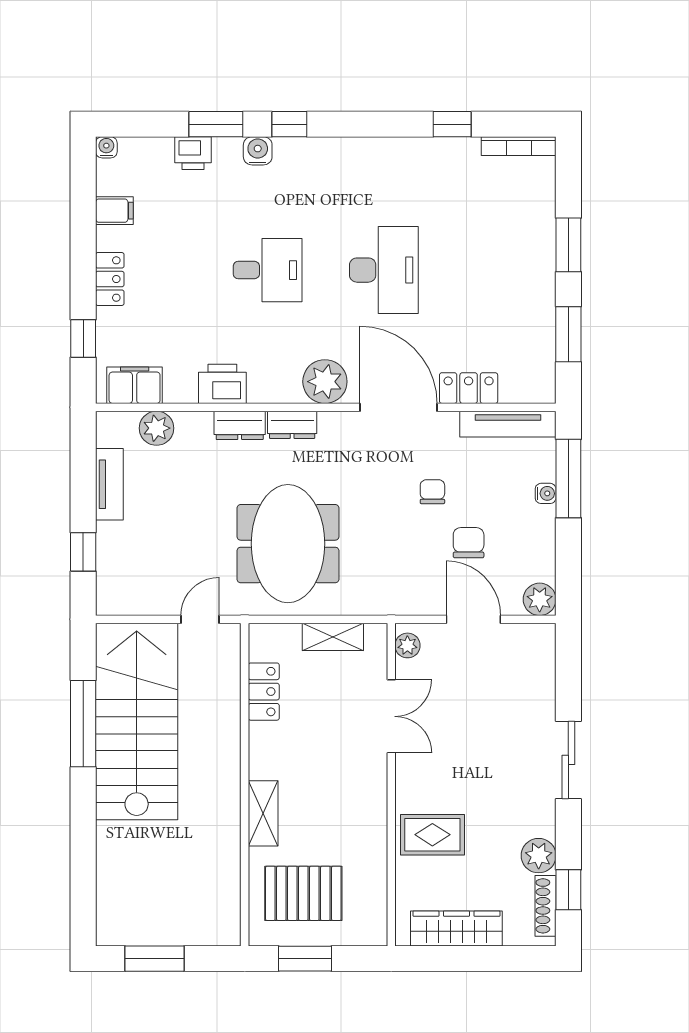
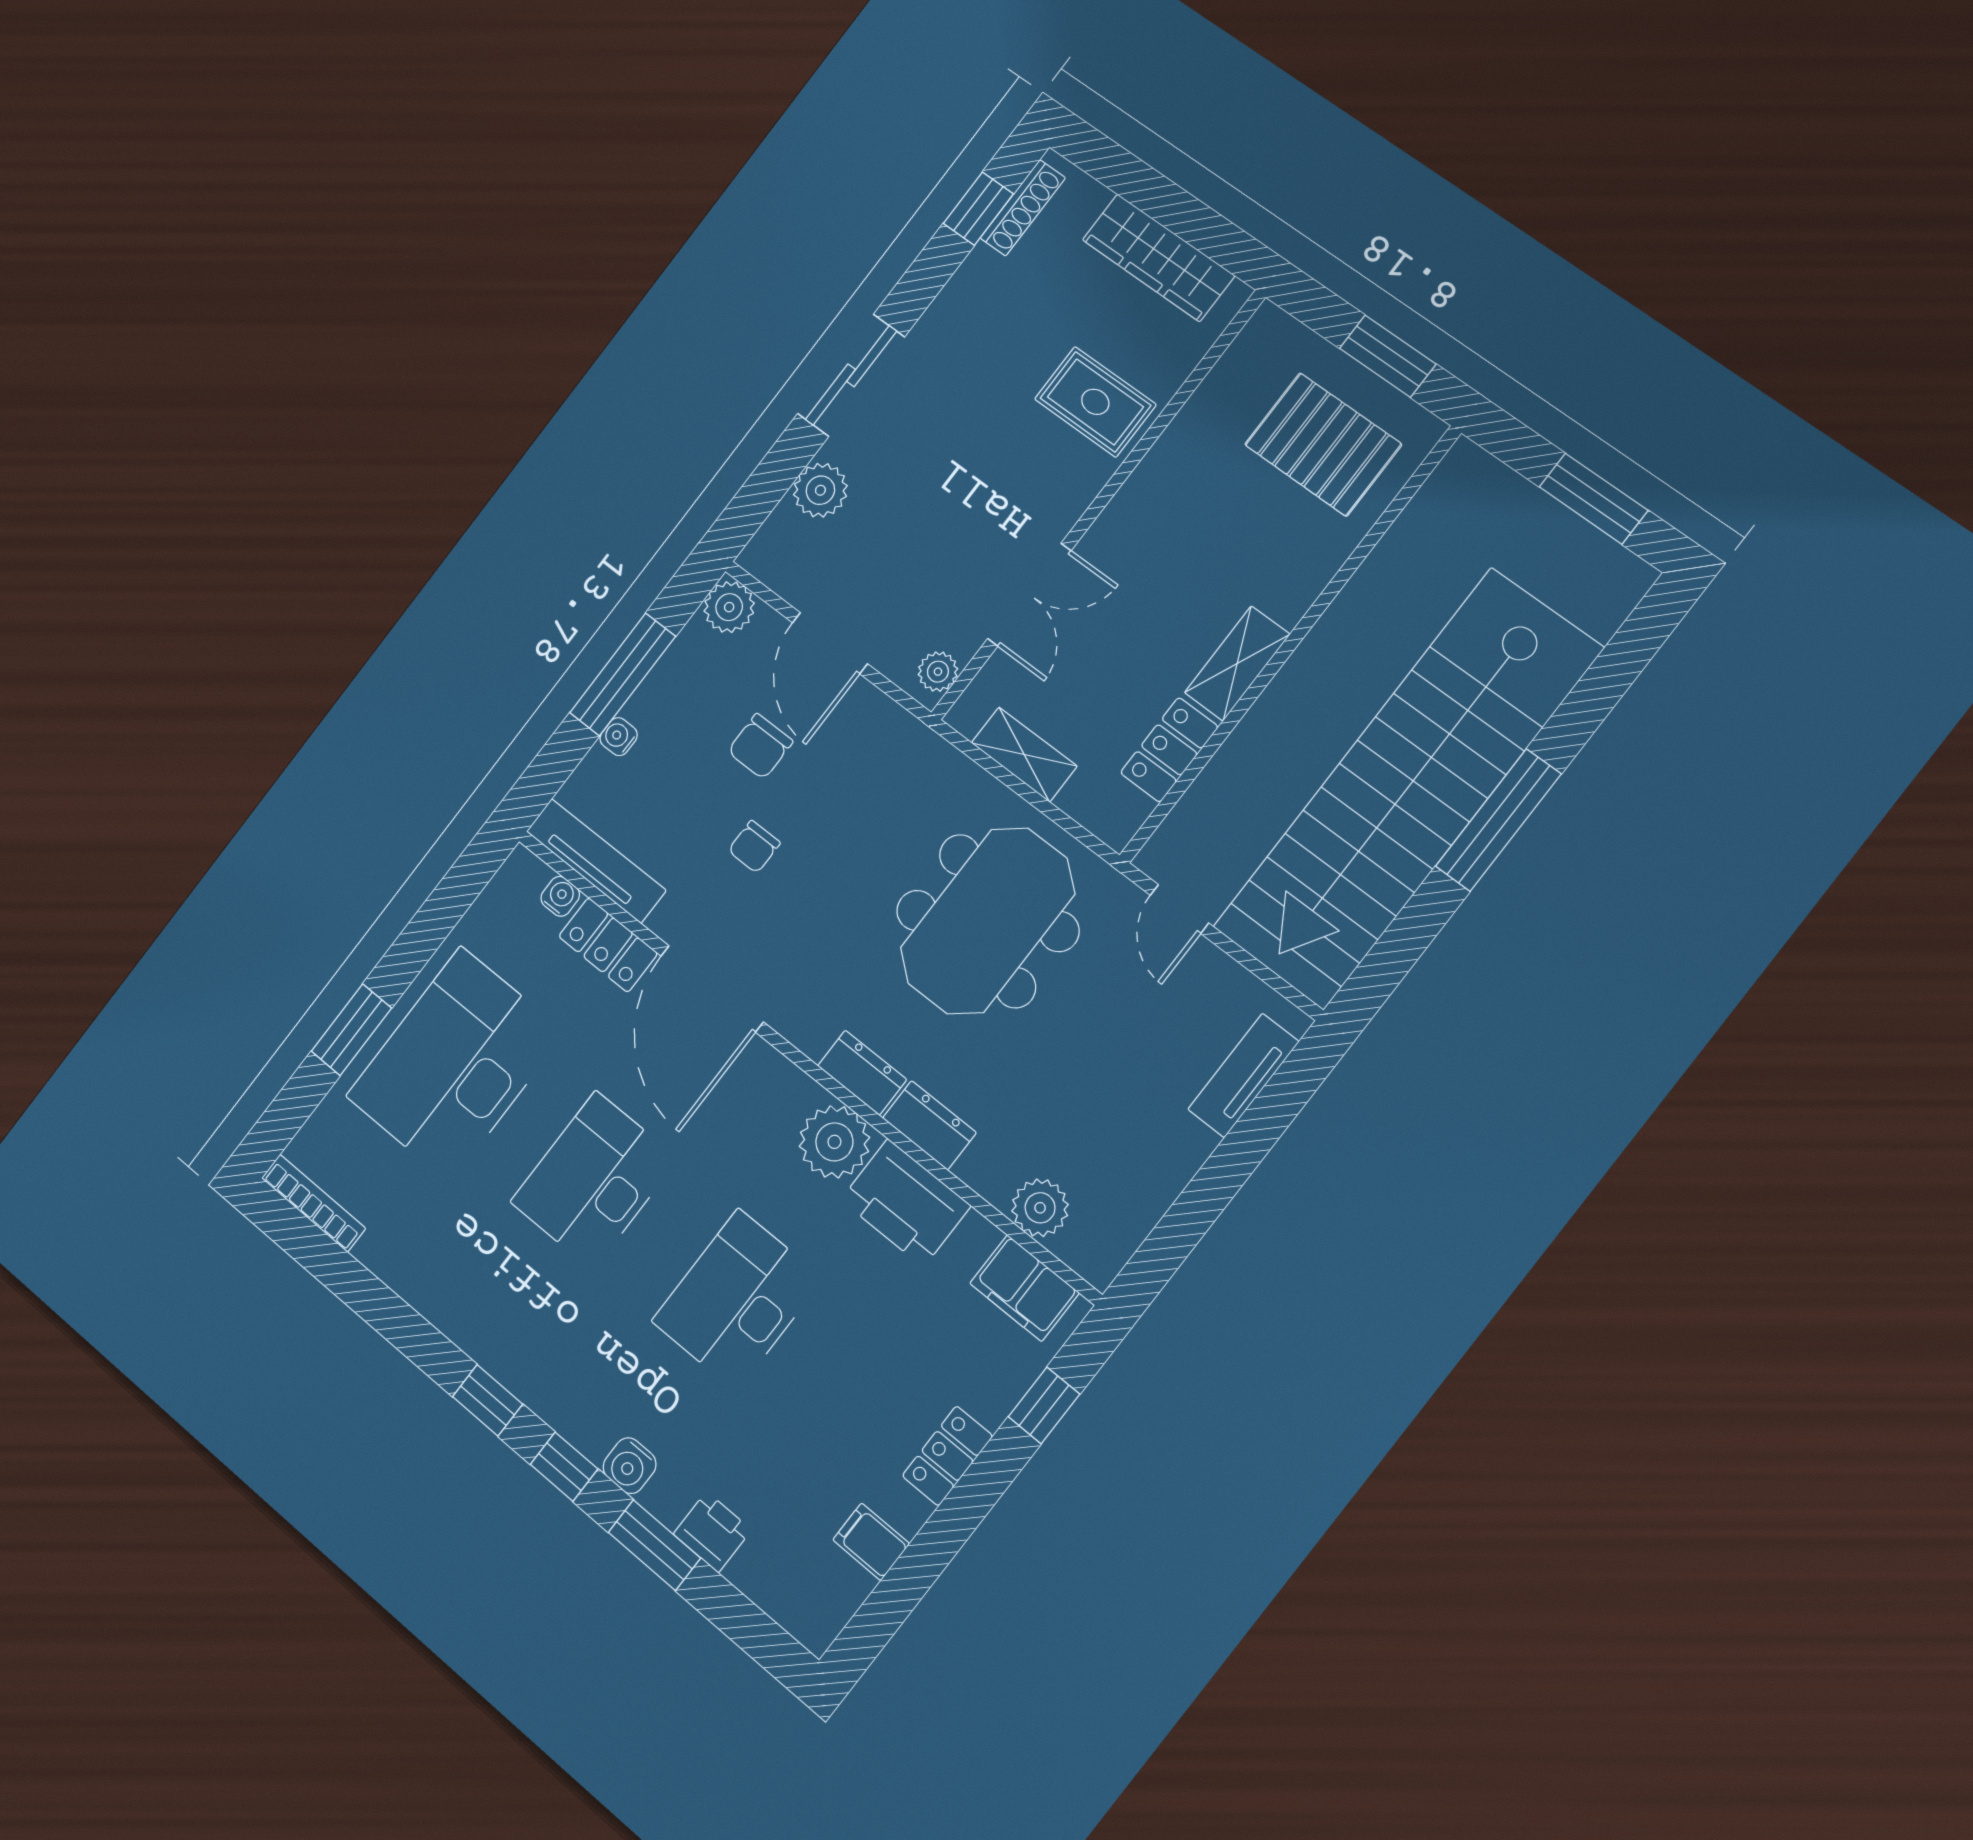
window: (452, 124) -> (488, 1400), moved
water cooler: (106, 147) -> (560, 896), moved, turned 180
desk: (268, 270) -> (737, 1300), width x1.37
desk: (500, 270) -> (455, 1064), added
window: (568, 334) -> (437, 917), removed
plant: (325, 382) -> (834, 1142), moved
printer: (222, 384) -> (906, 1203), width x1.37, depth x1.19
window: (568, 478) -> (623, 674), moved
tv unit: (109, 484) -> (1243, 1075), moved
window: (83, 552) -> (1266, 1119), removed
door: (200, 619) -> (1179, 909), hinge flipped
double door: (391, 716) -> (1029, 595), swing flipped
stairs: (137, 721) -> (1408, 788), width x1.36
window: (83, 724) -> (1498, 820), moved
shelving: (263, 813) -> (1237, 663), moved
plant: (539, 856) -> (820, 490), moved

